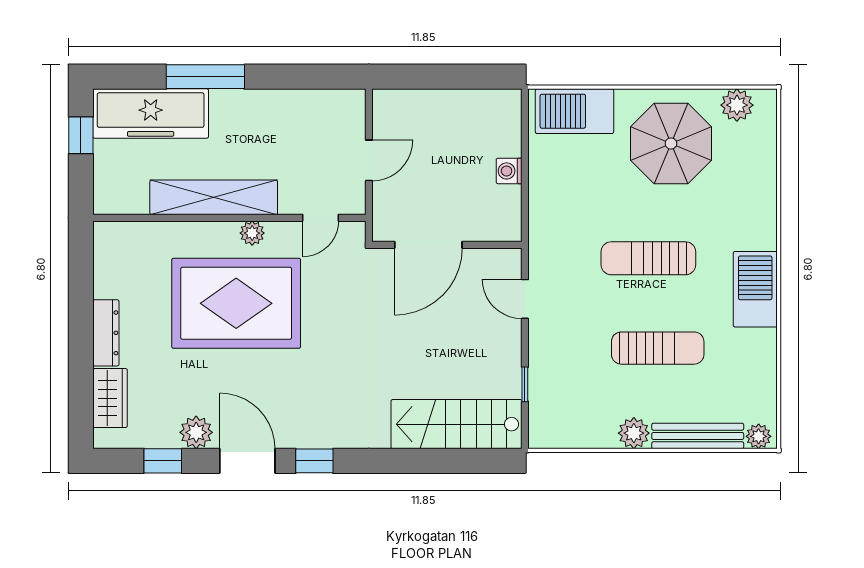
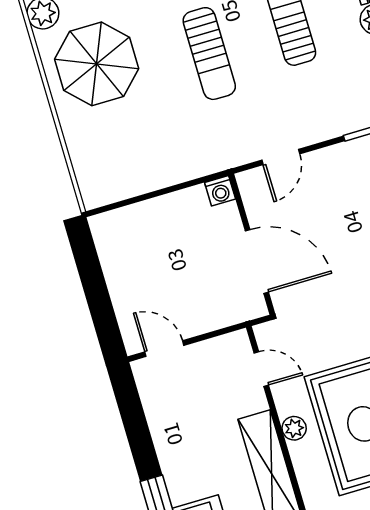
barbecue: (574, 111) -> (93, 162), removed
door: (369, 160) -> (164, 349), moved
washing machine: (509, 171) -> (220, 191), moved

